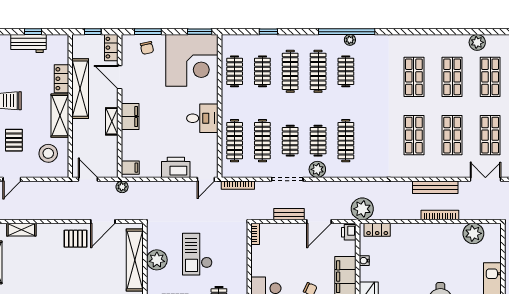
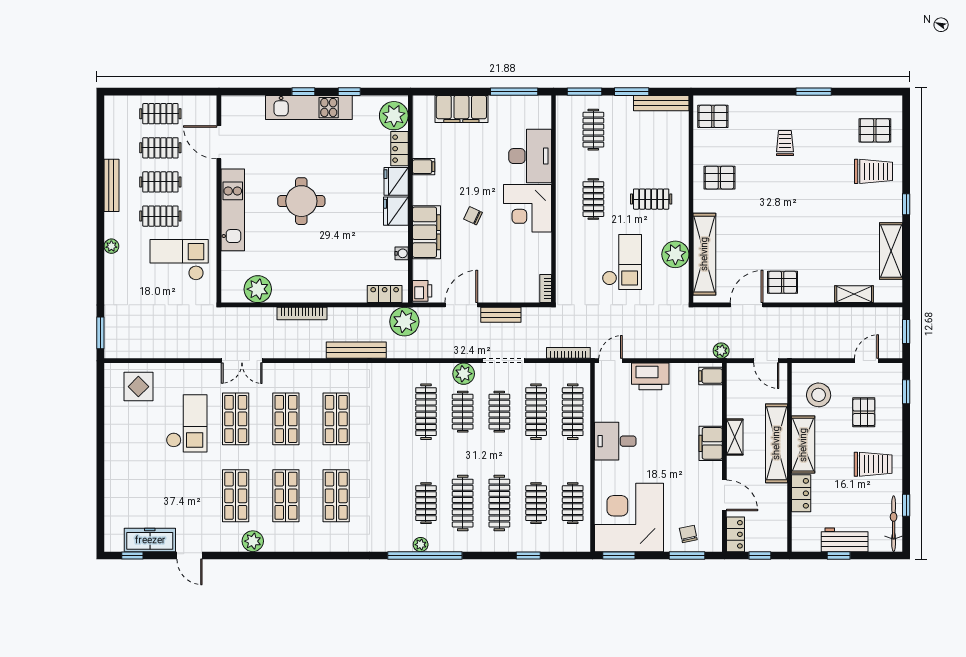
shelving: (80, 89) -> (776, 443), moved
bench: (435, 187) -> (356, 350), moved

